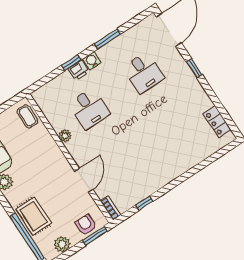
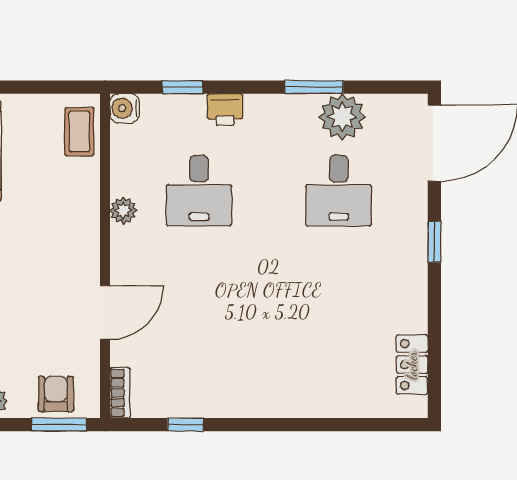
plant: (126, 43) -> (342, 117), added
water cooler: (92, 61) -> (124, 108), moved, turned -90
window: (71, 63) -> (183, 87), moved

